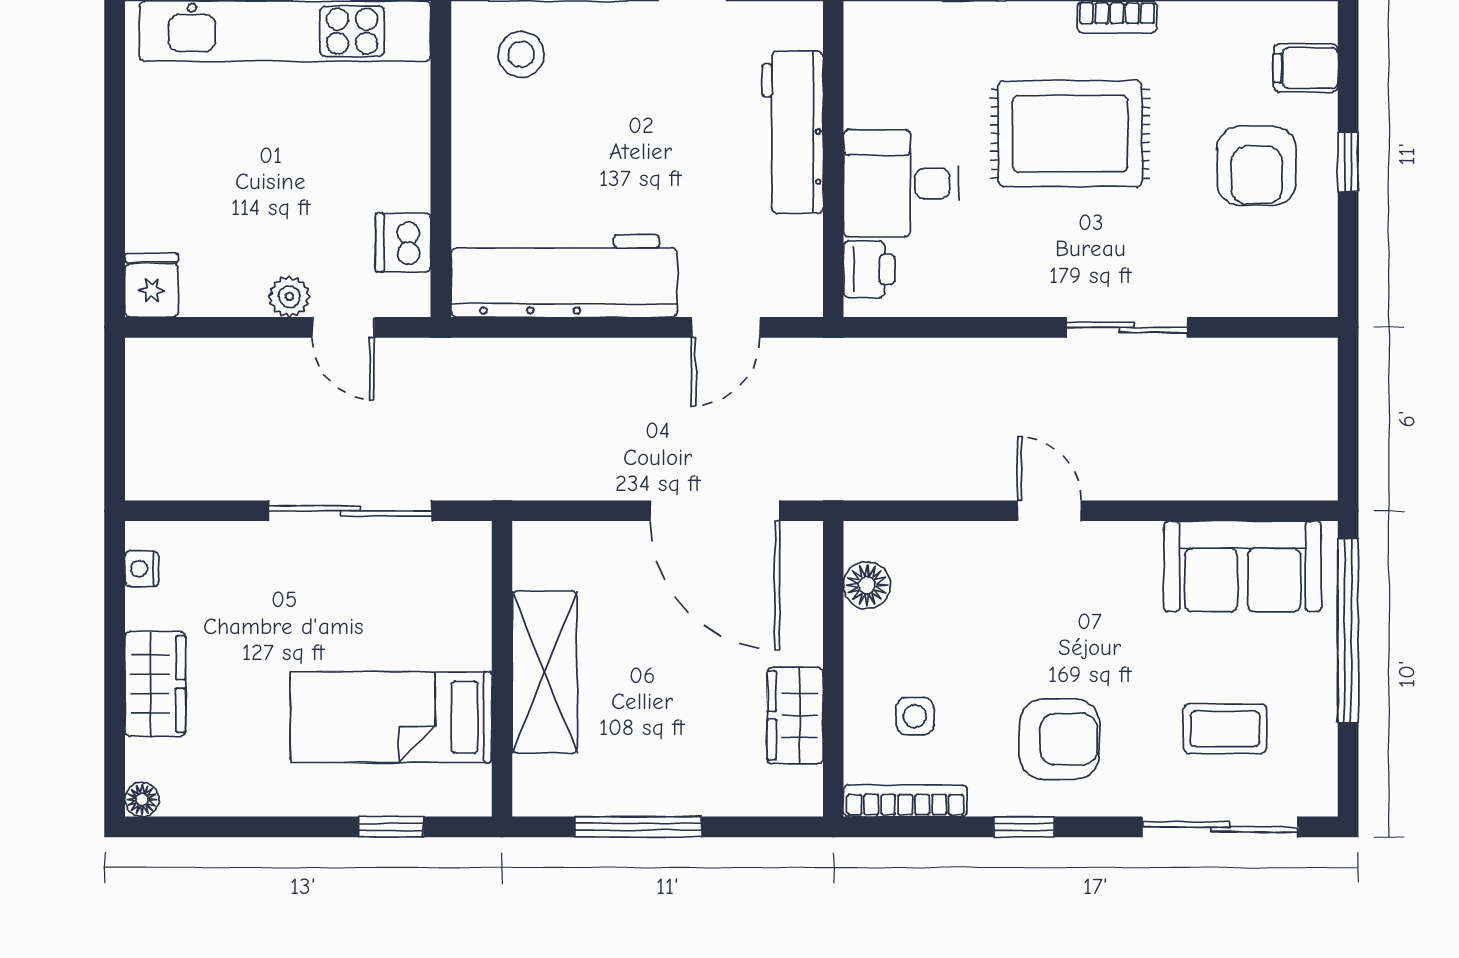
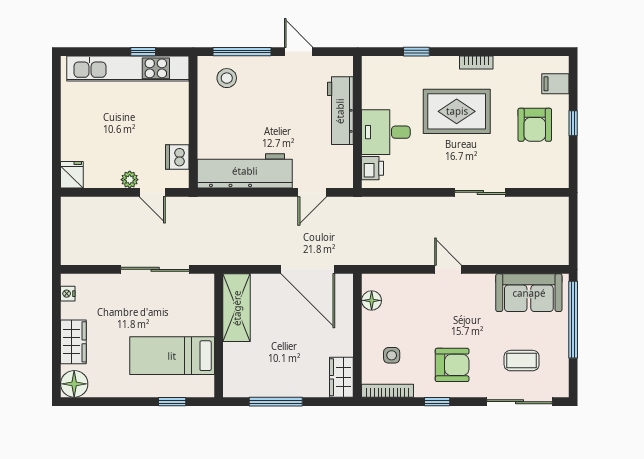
shelving: (545, 672) -> (237, 308), moved
wardrobe: (795, 715) -> (341, 377), moved
floor lamp: (142, 799) -> (74, 384), width x1.89, depth x1.89

